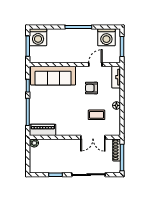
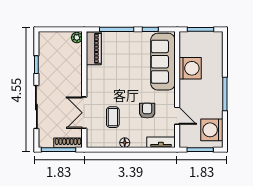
washing machine: (38, 37) -> (190, 68), moved, turned 180

